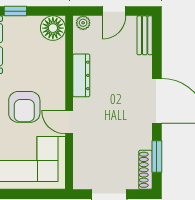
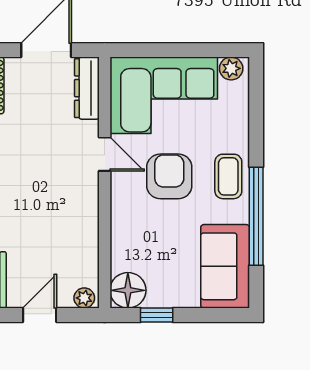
window: (15, 11) -> (157, 315), moved
dresser: (81, 75) -> (87, 88), moved

